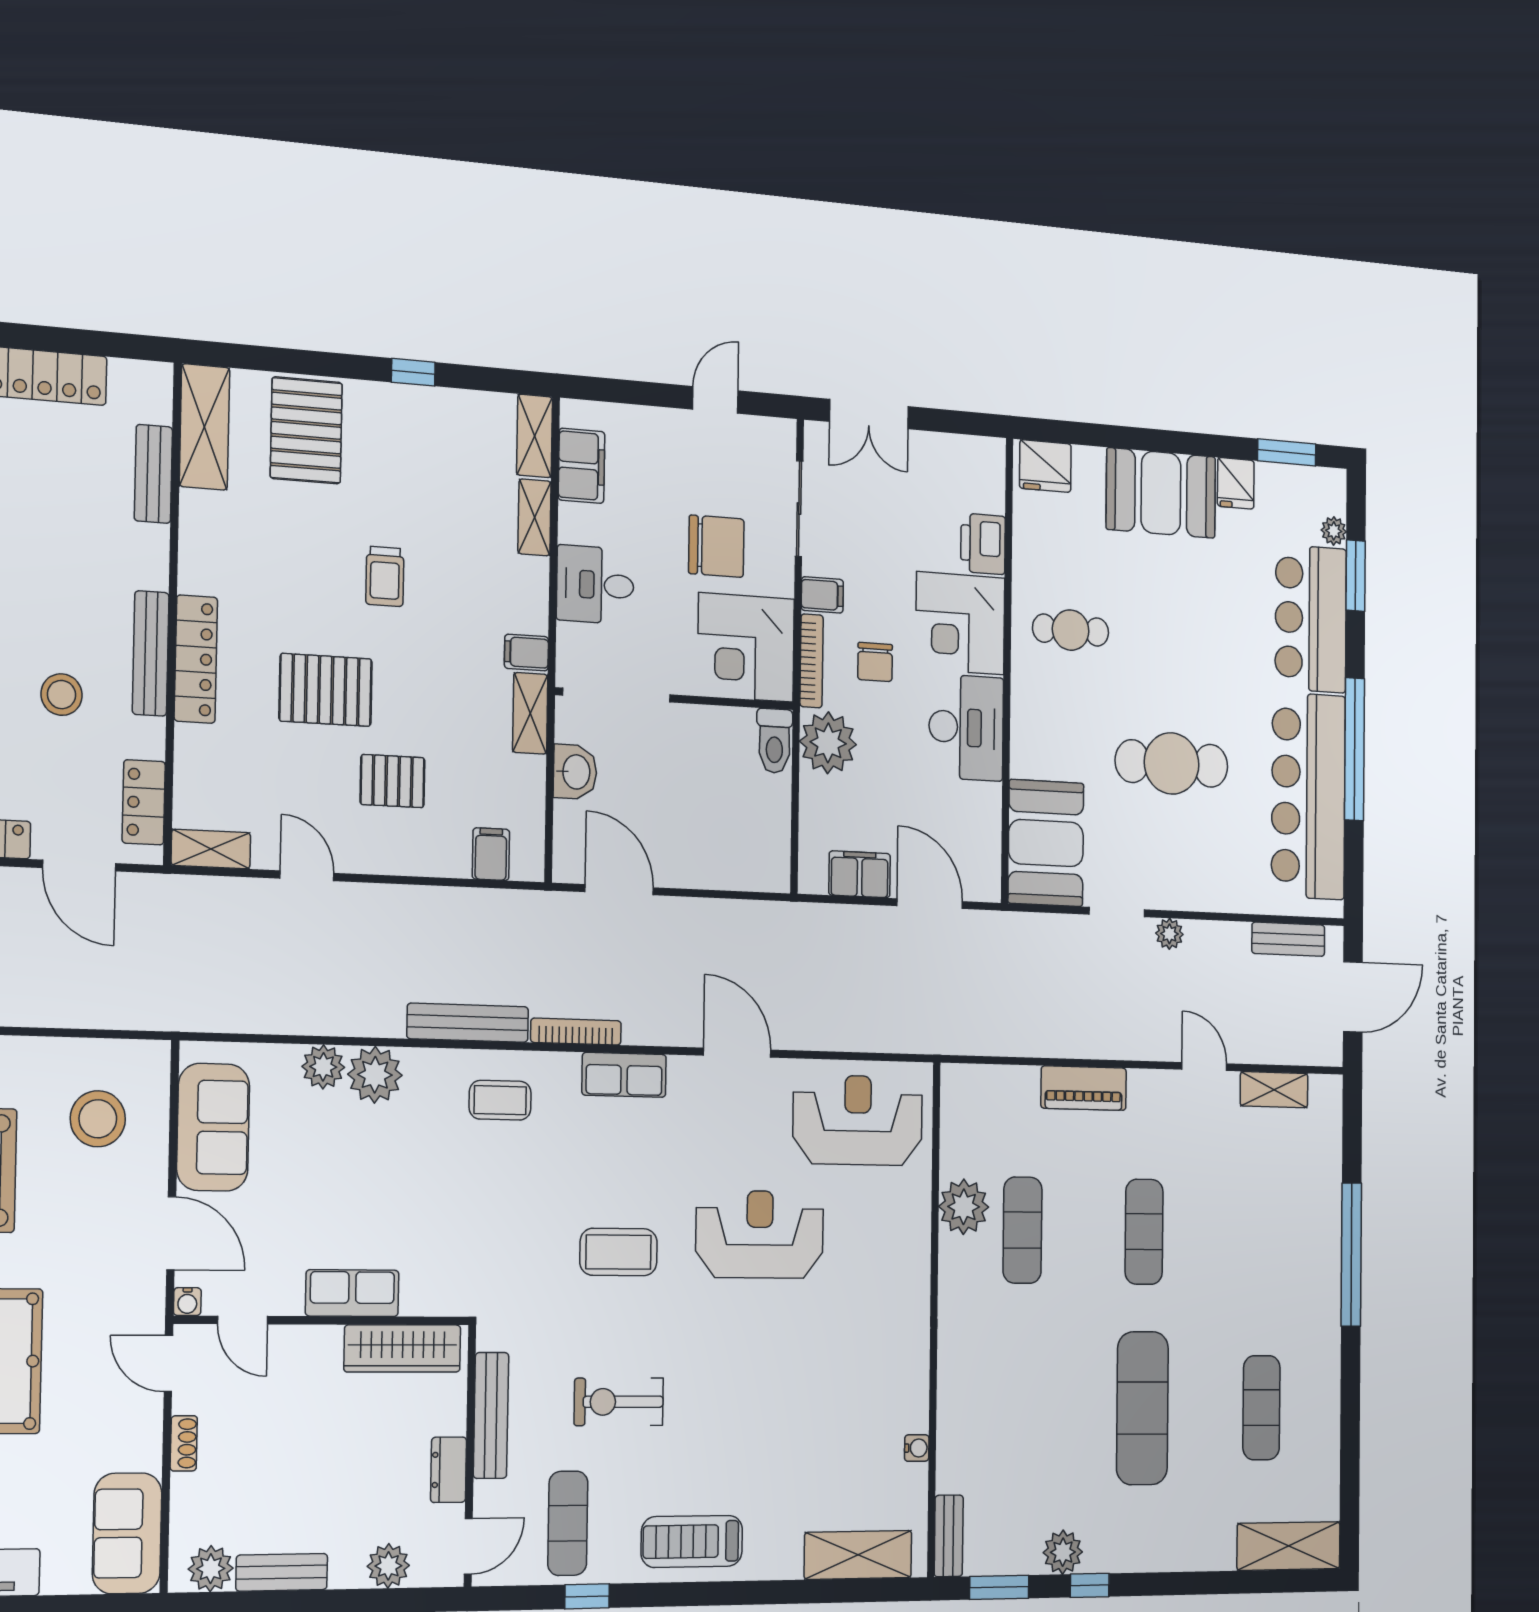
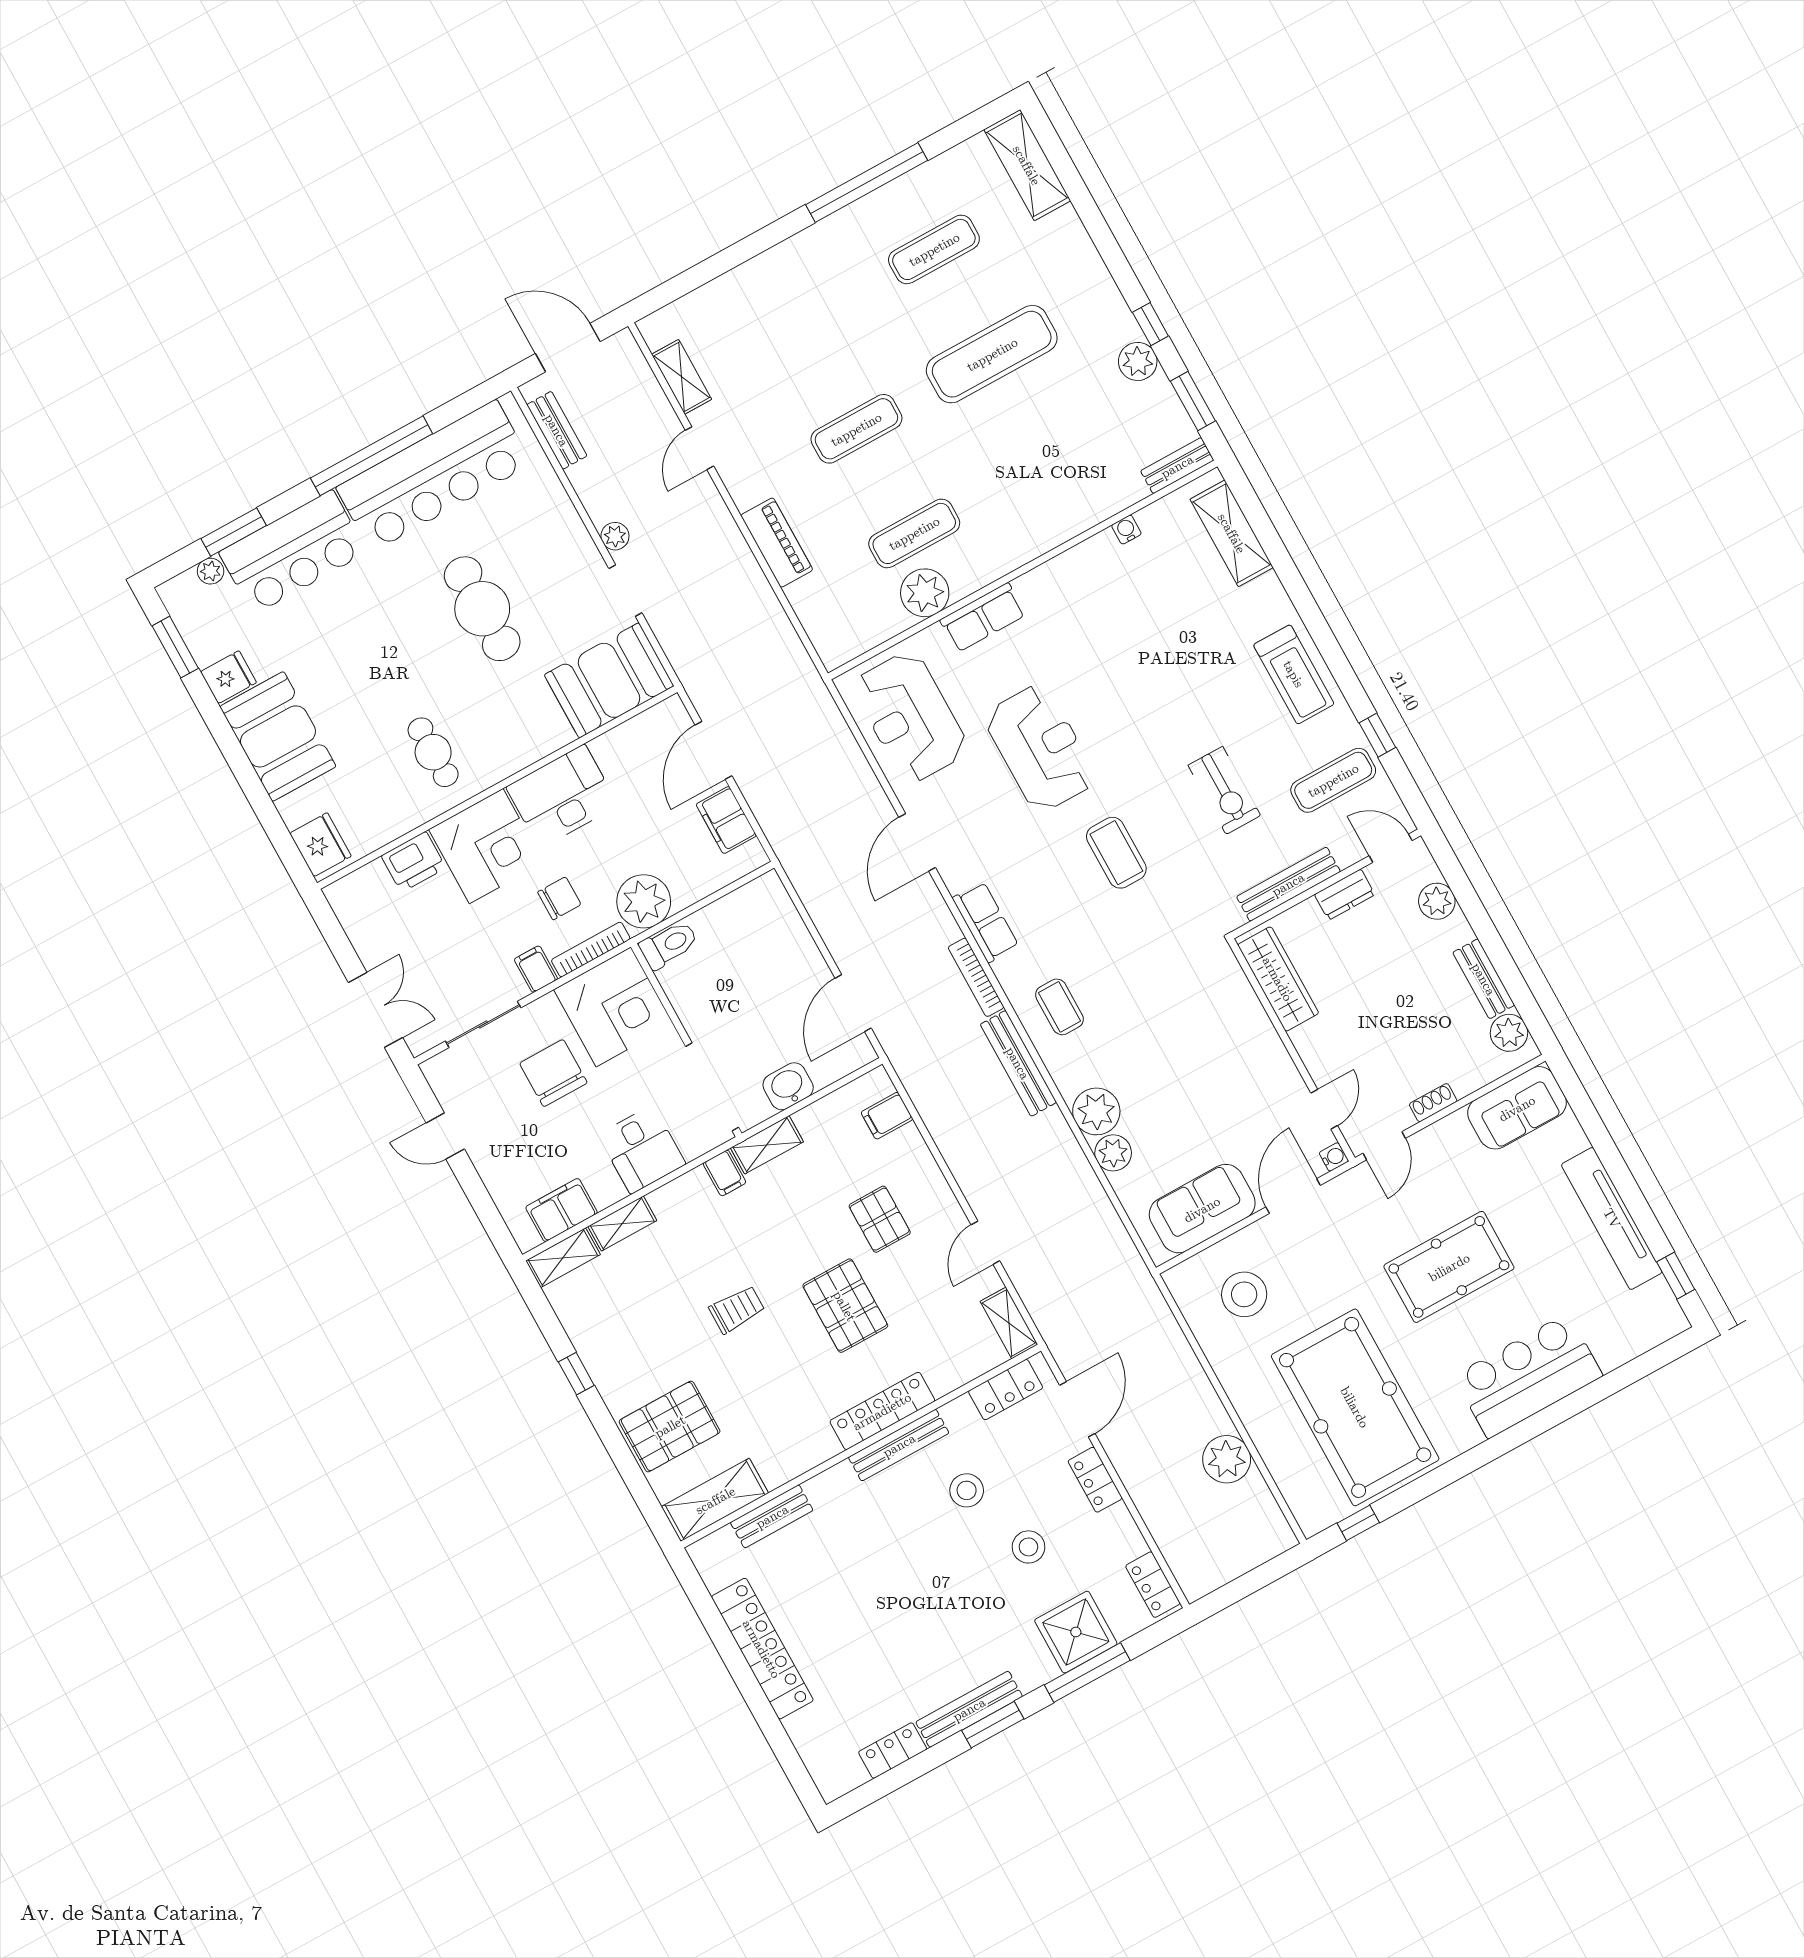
reception desk: (760, 1234) -> (1040, 748), turned 180
window: (1351, 1255) -> (867, 183), moved
row of seats: (352, 1293) -> (983, 617), moved, turned -90

